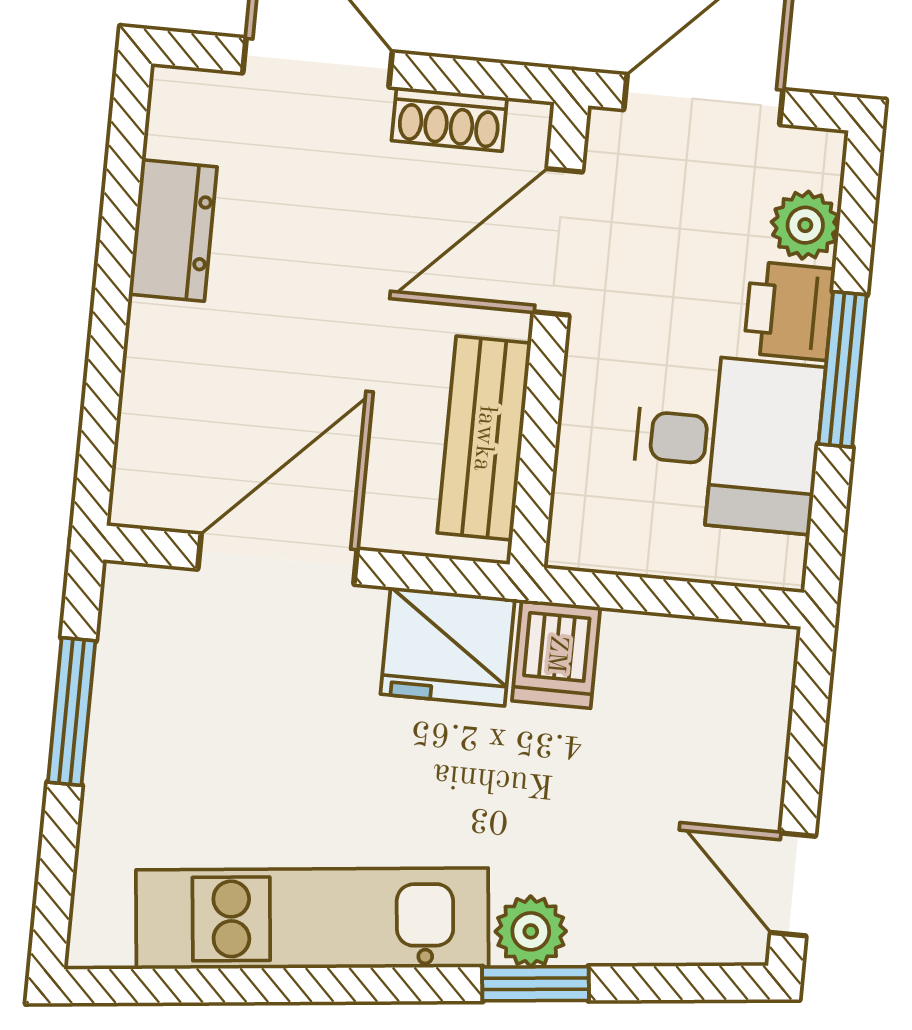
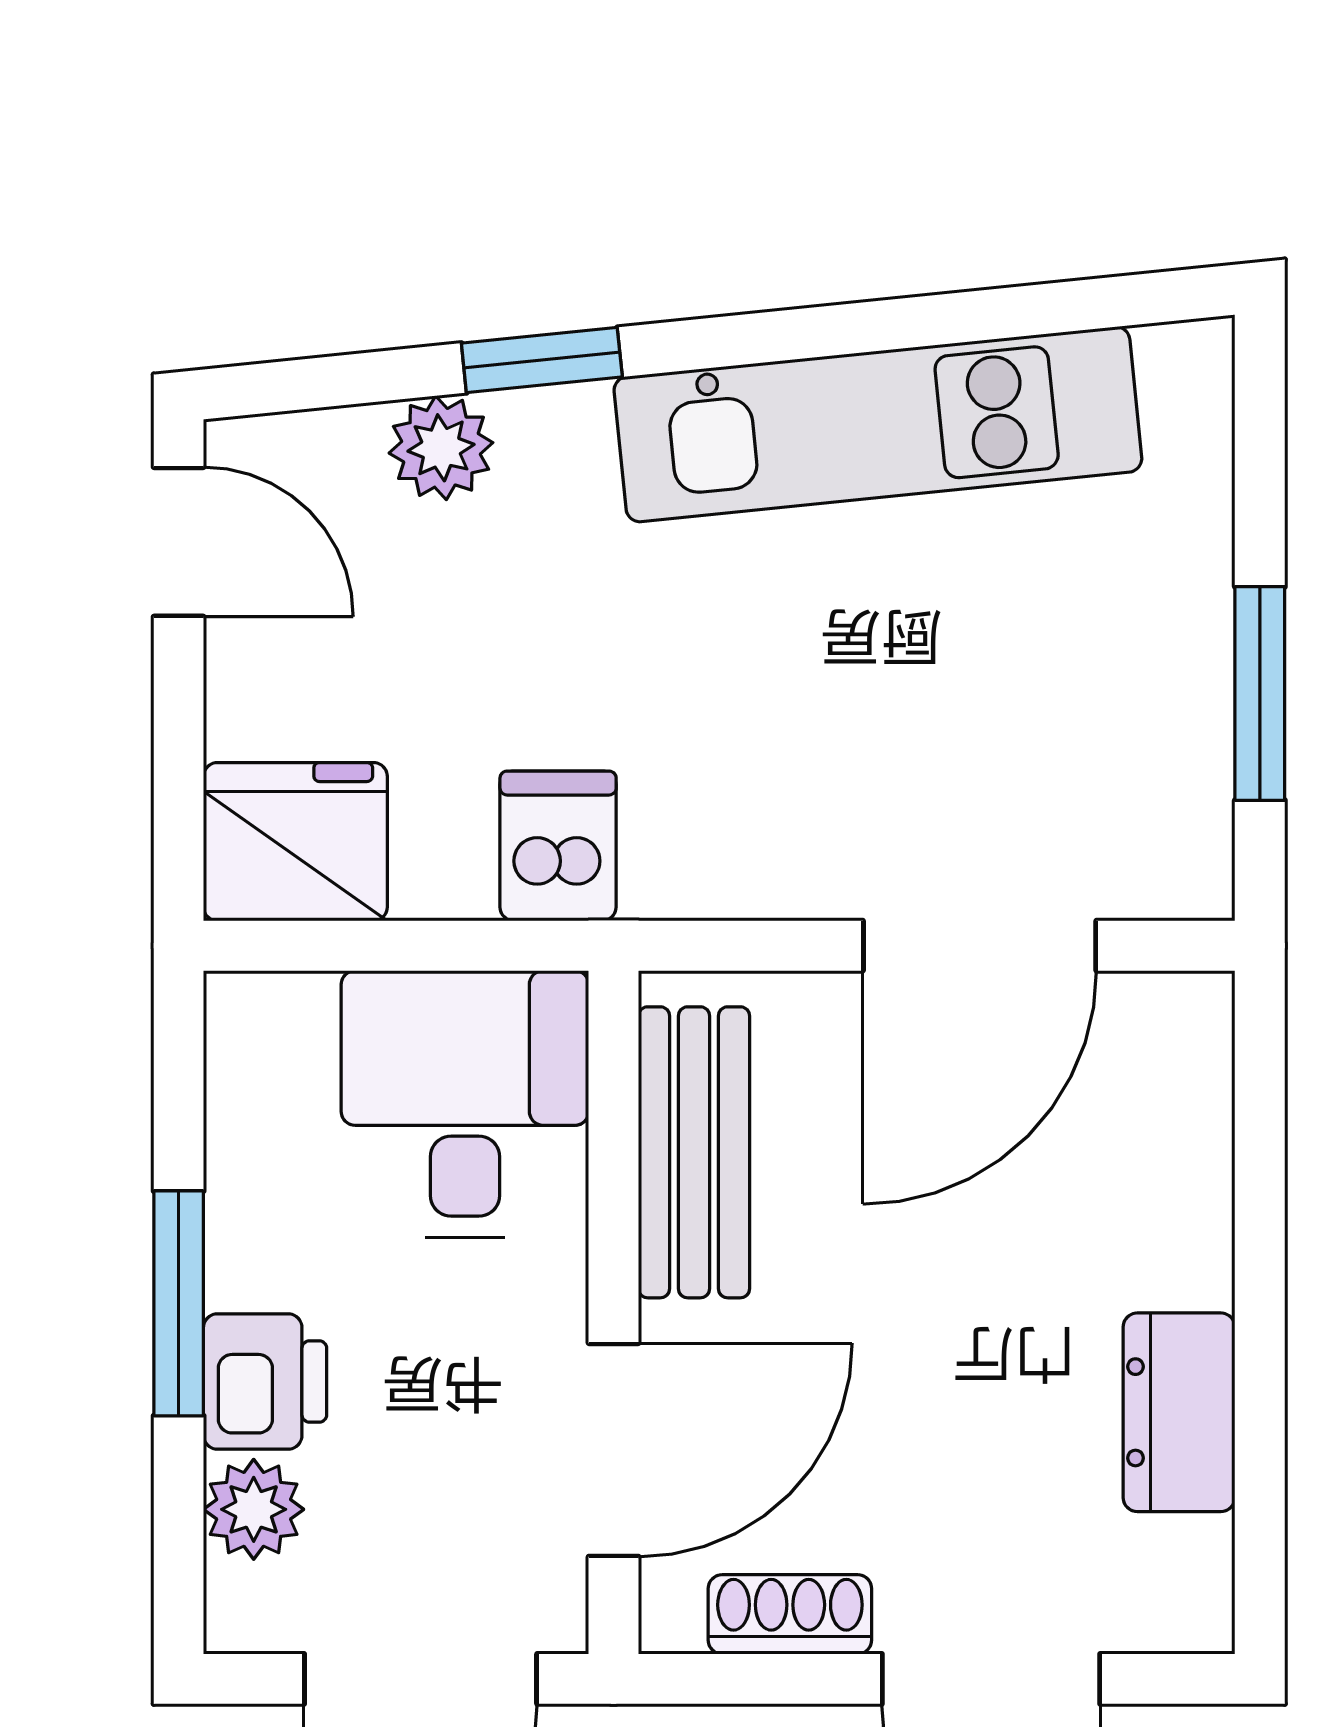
desk: (727, 442) -> (465, 1104), moved, turned 90
fridge: (448, 647) -> (295, 842), moved
plant: (531, 931) -> (441, 448), moved

